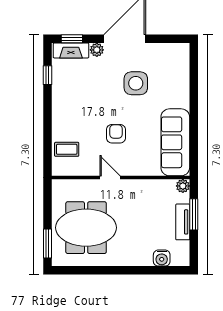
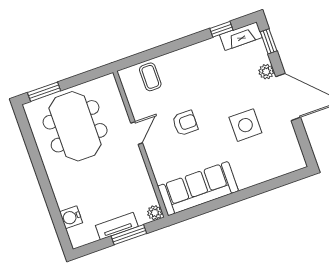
fireplace: (71, 50) -> (241, 36), moved, turned -90

